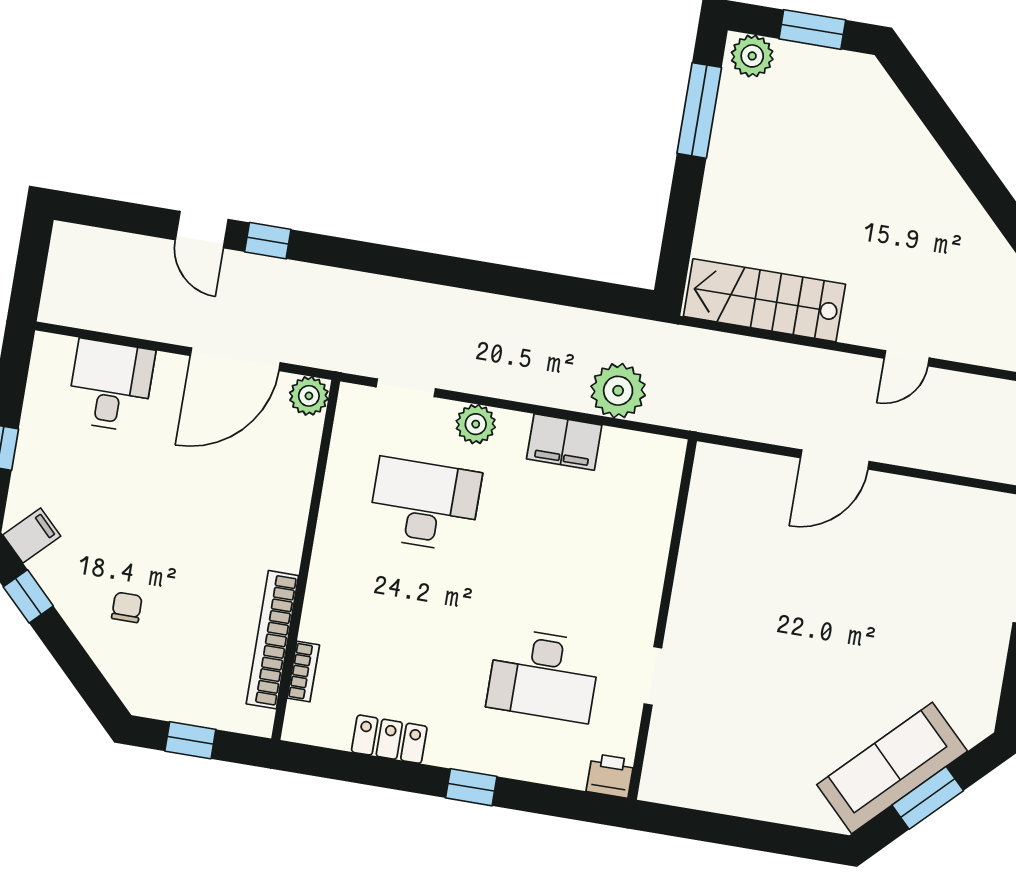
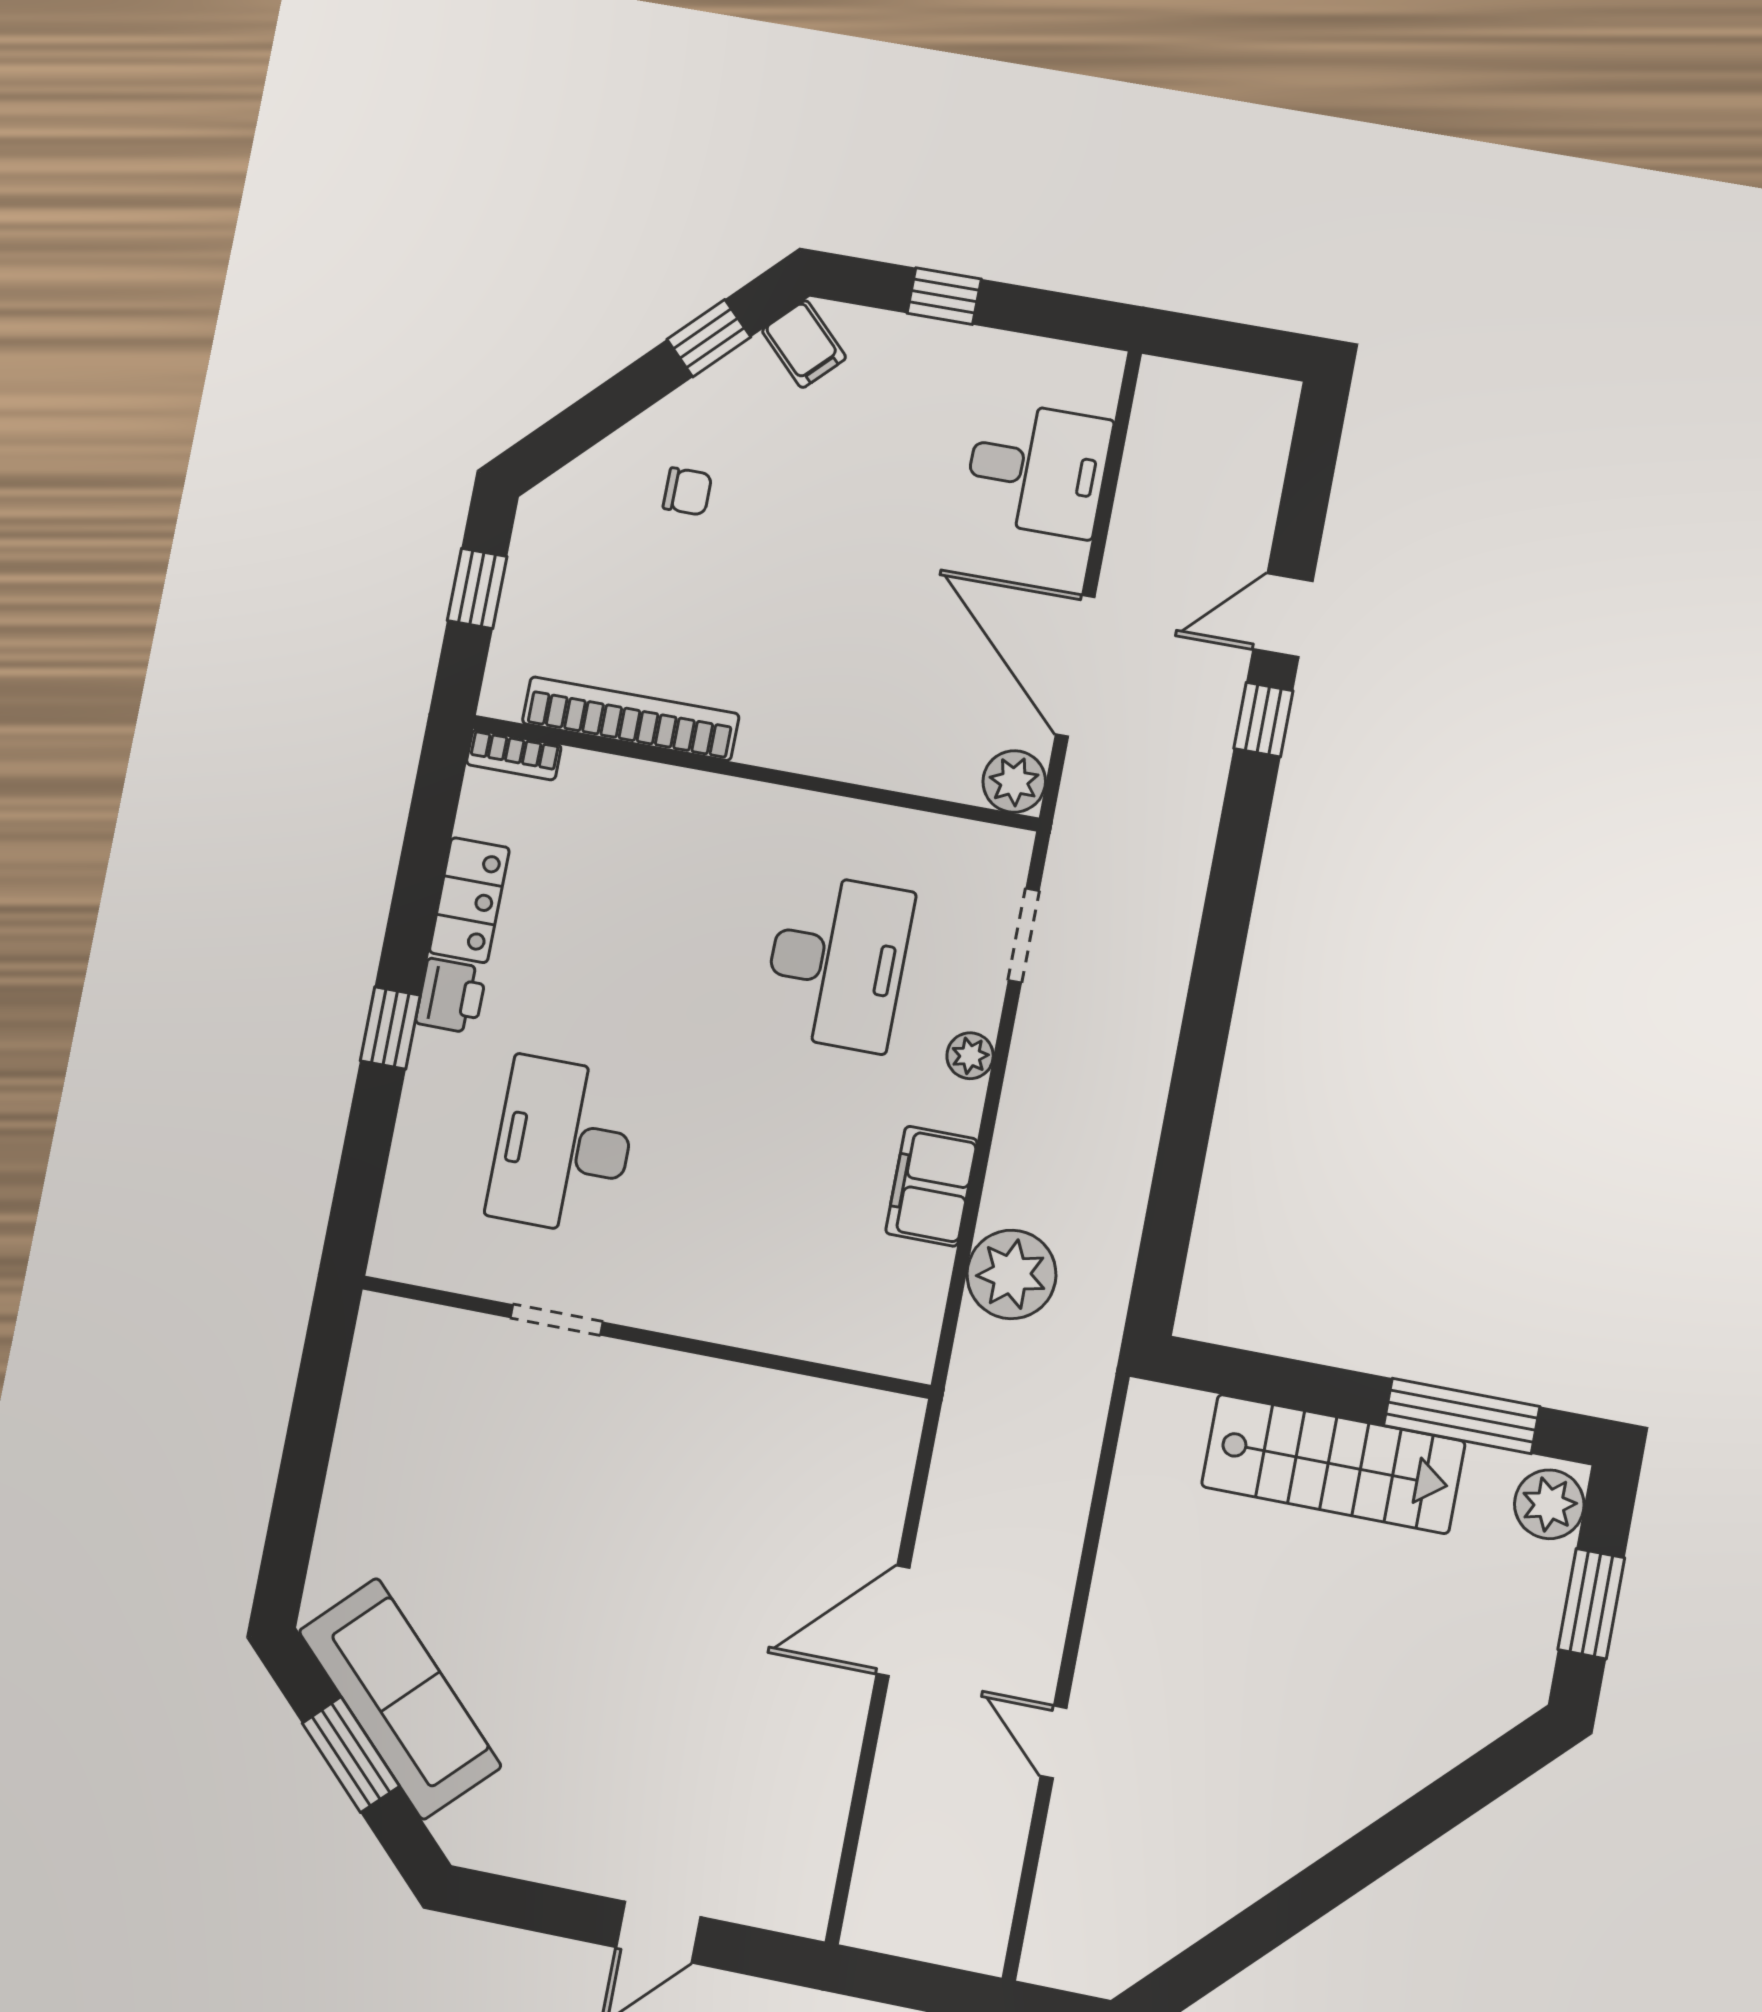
stairs: (764, 300) -> (1333, 1464), moved, turned 90
plant: (476, 424) -> (970, 1056), width x0.73, depth x0.73
door: (835, 460) -> (893, 1621), hinge flipped
bookcase: (303, 672) -> (514, 755), moved
printer: (610, 776) -> (451, 996), moved

